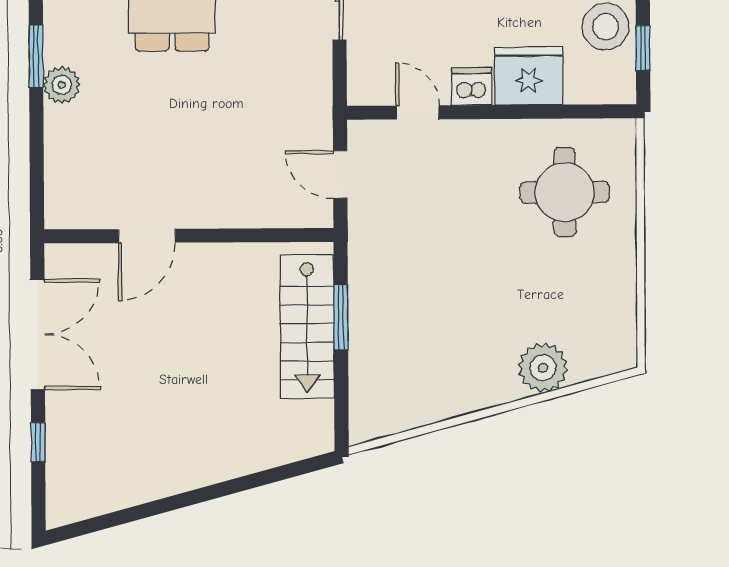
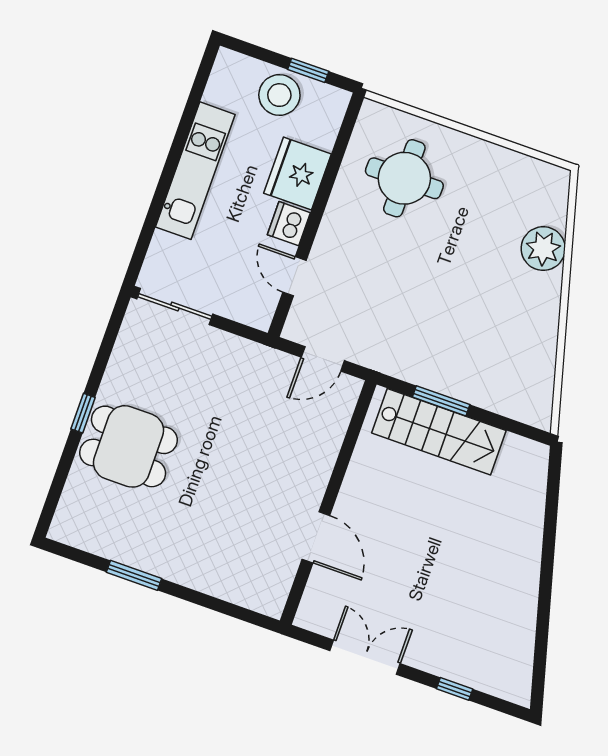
plant: (62, 85) -> (166, 563), removed
door: (418, 112) -> (294, 276), hinge flipped
double door: (38, 334) -> (365, 657), width x0.73

